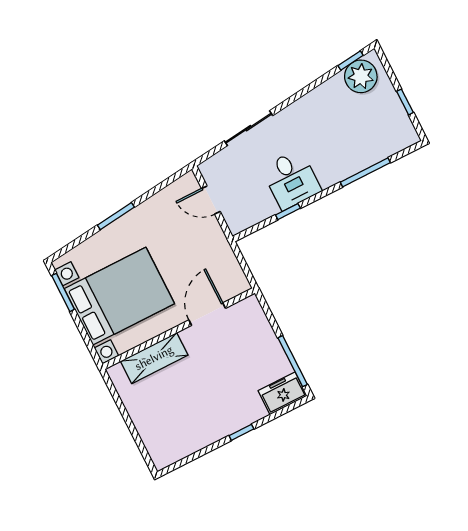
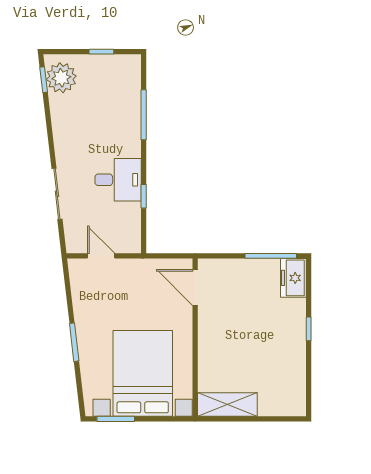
door: (211, 200) -> (101, 256), swing flipped
door: (207, 314) -> (195, 287), moved
shelving: (154, 358) -> (227, 404), moved, turned 90

